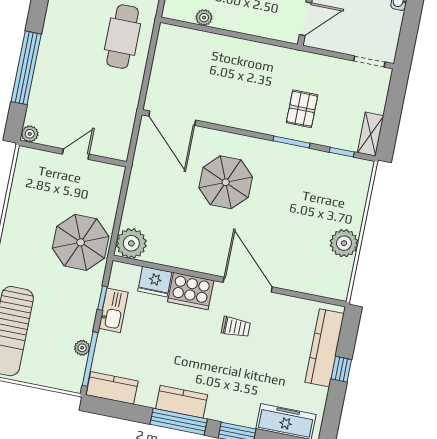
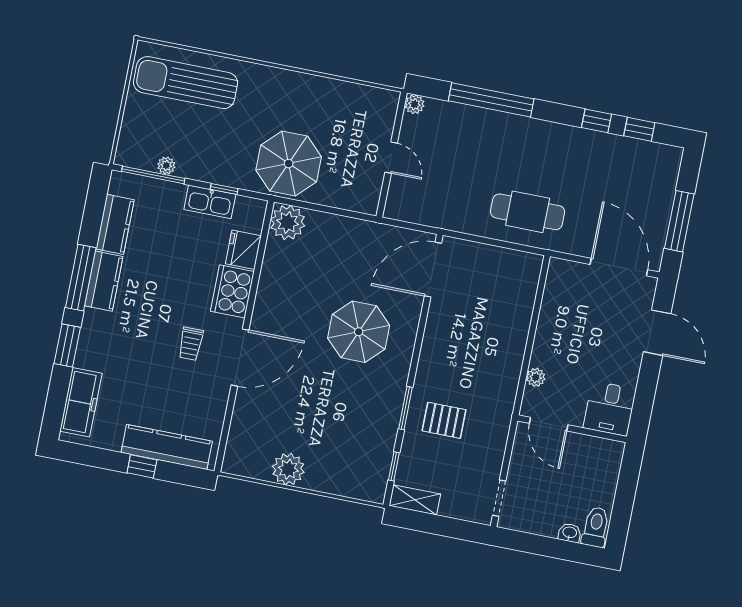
plant: (204, 18) -> (536, 377), moved
kitchen counter: (112, 388) -> (115, 224), moved

